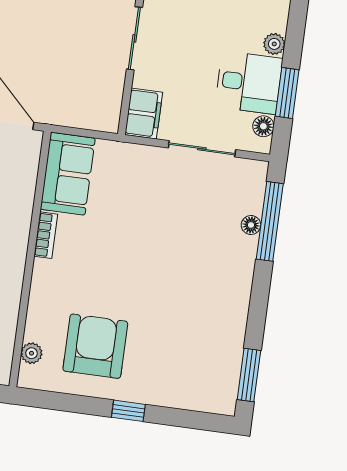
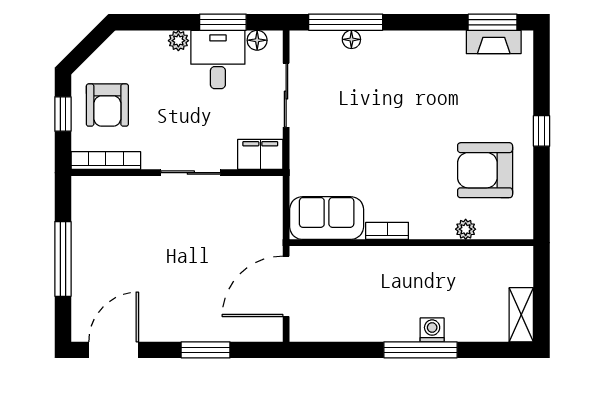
plant: (31, 353) -> (466, 229), moved
fireplace: (228, 373) -> (494, 42), added

